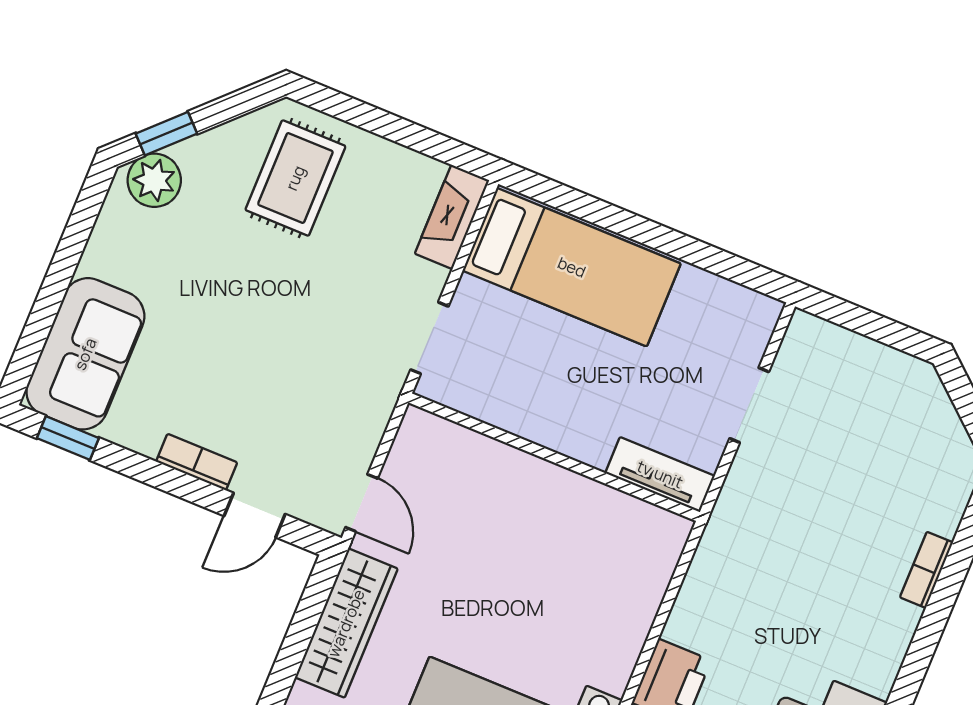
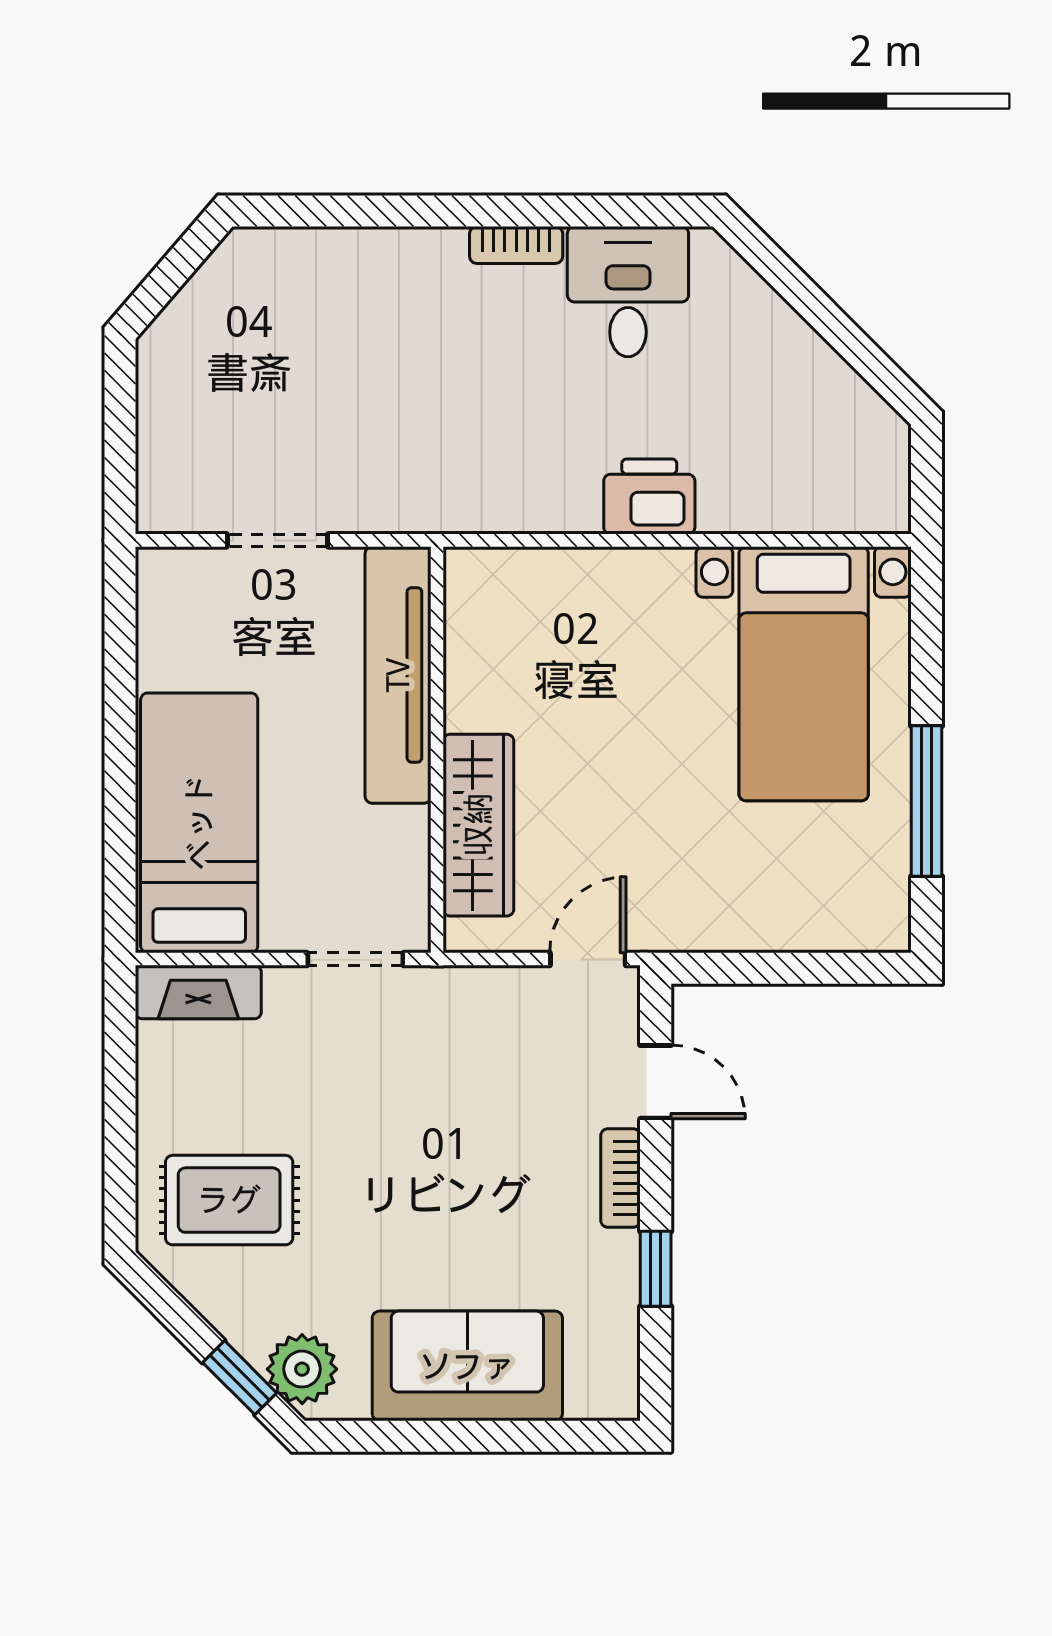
sofa: (85, 354) -> (467, 1366), moved
window: (68, 438) -> (656, 1269), moved
tv unit: (660, 474) -> (398, 675), width x1.92, depth x1.29
bookcase: (926, 570) -> (516, 245), moved
wardrobe: (346, 623) -> (478, 825), moved, turned 90

